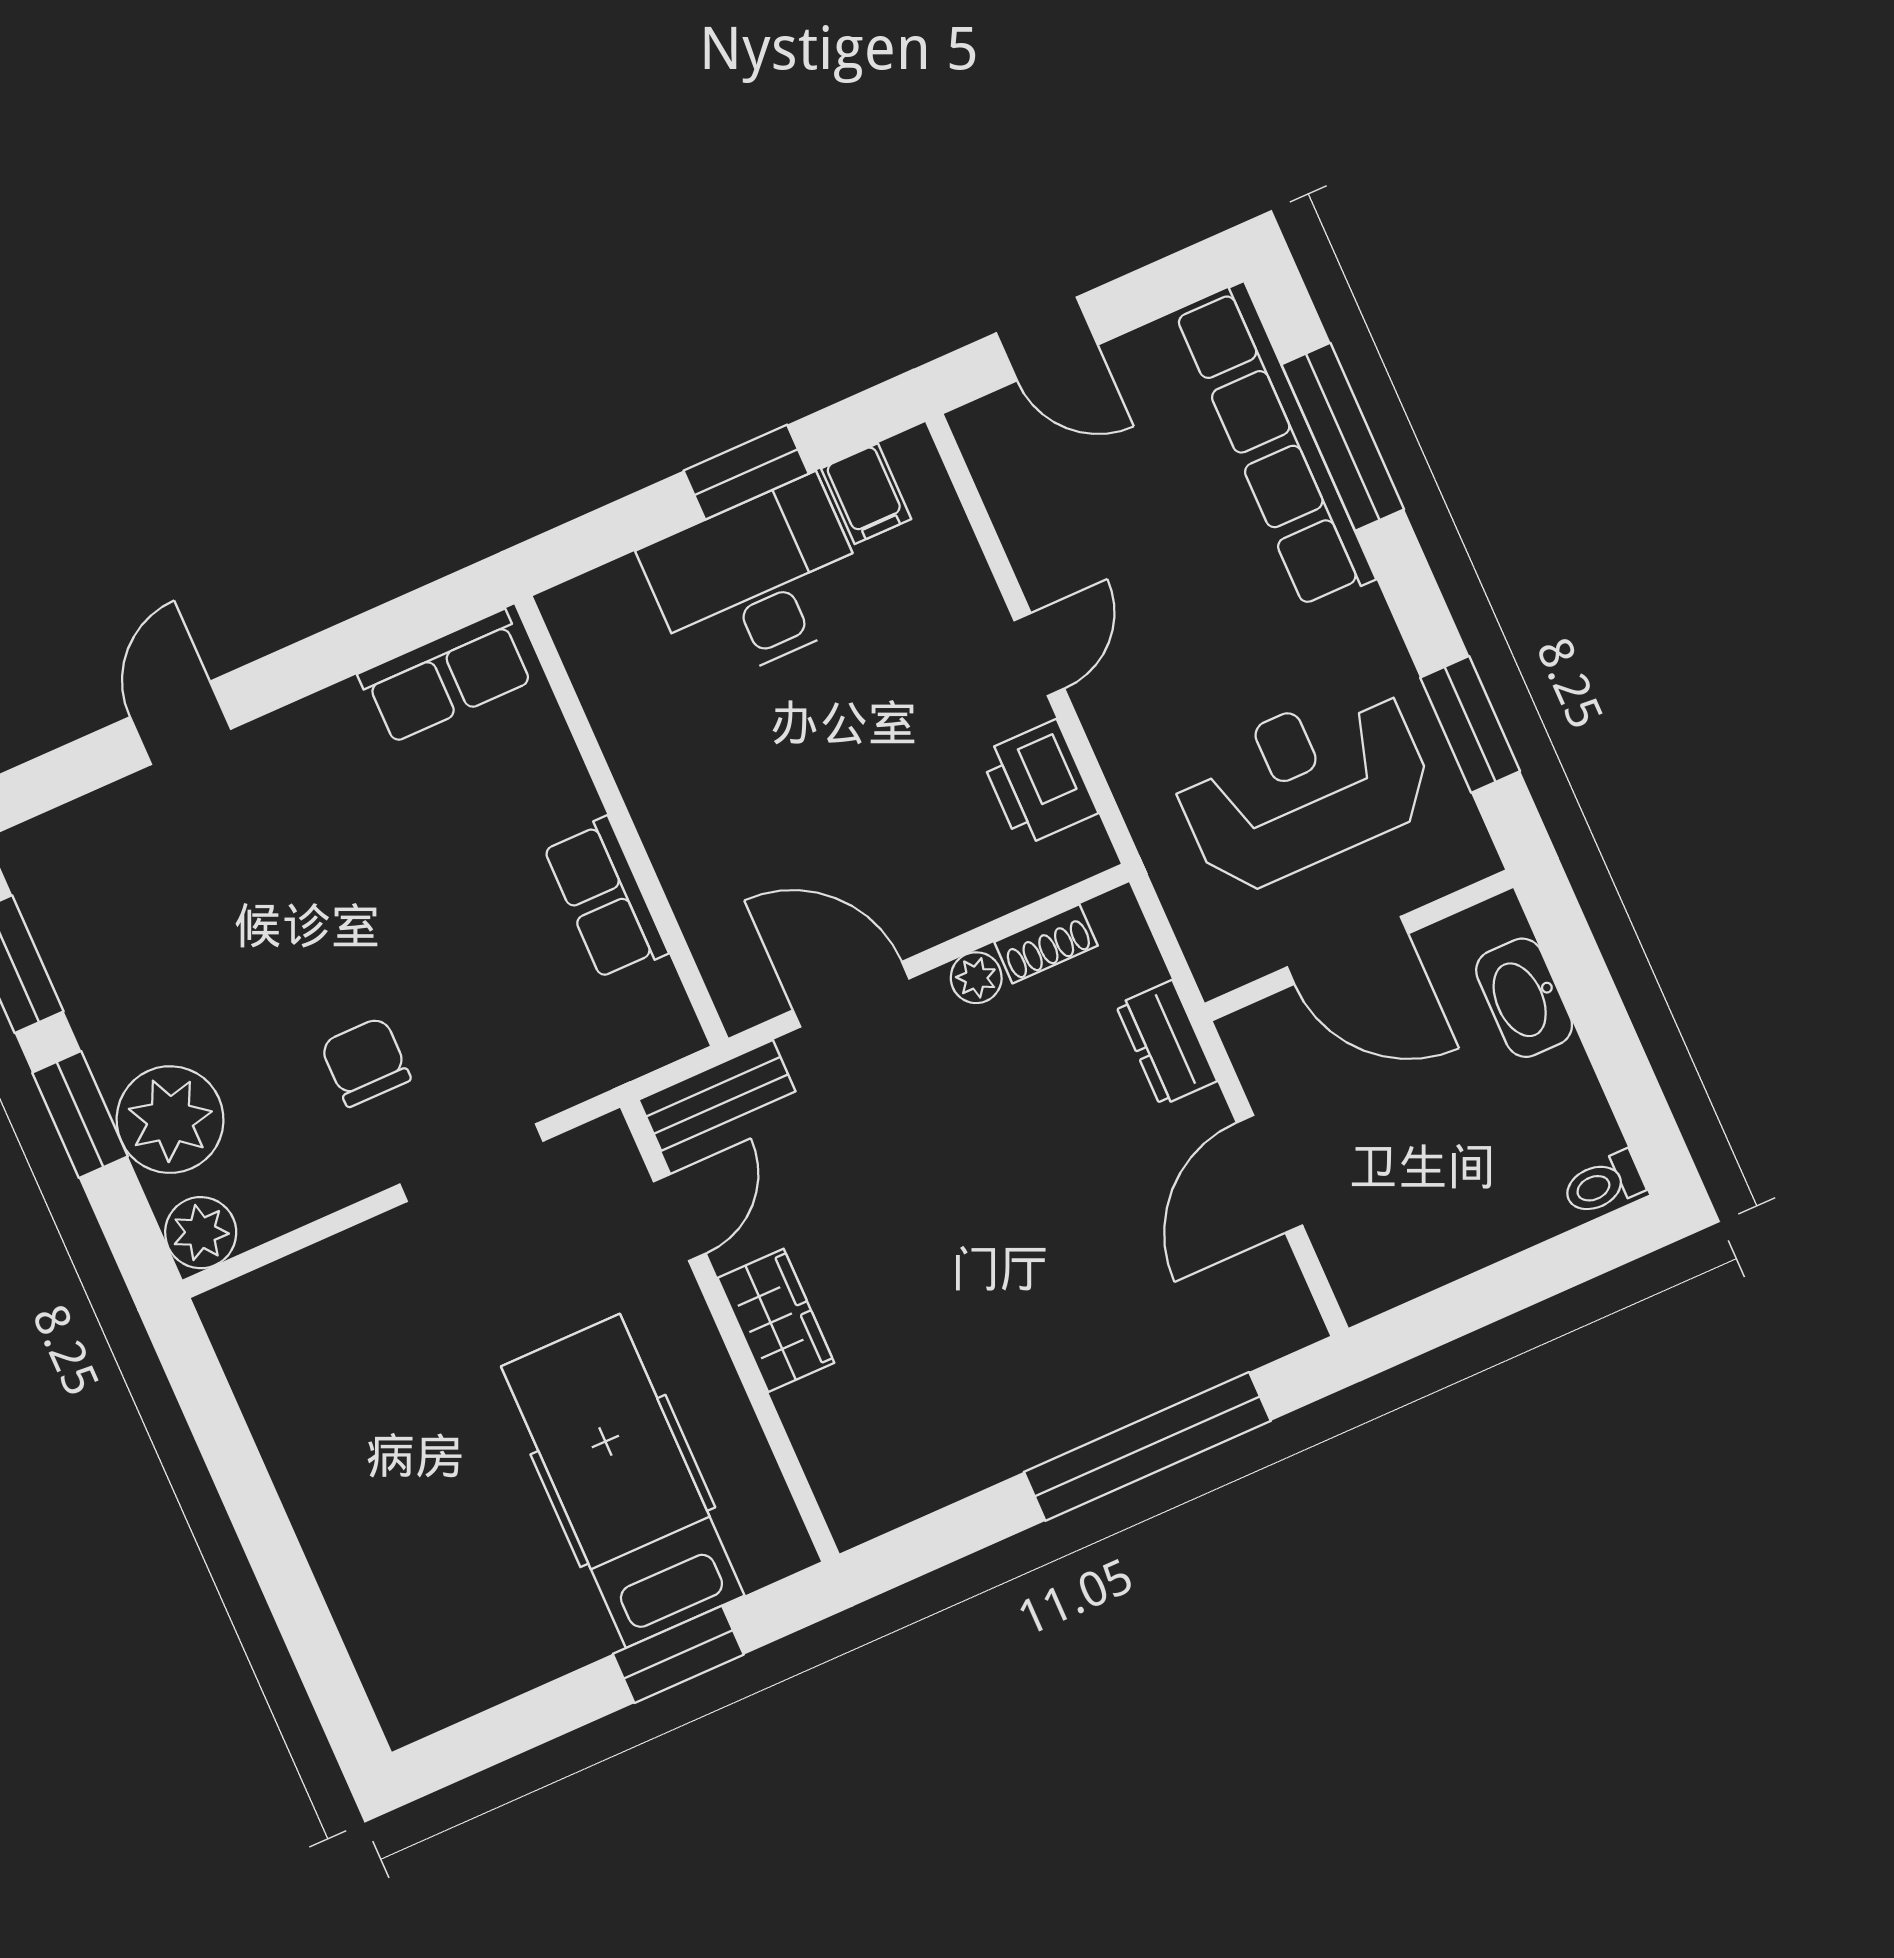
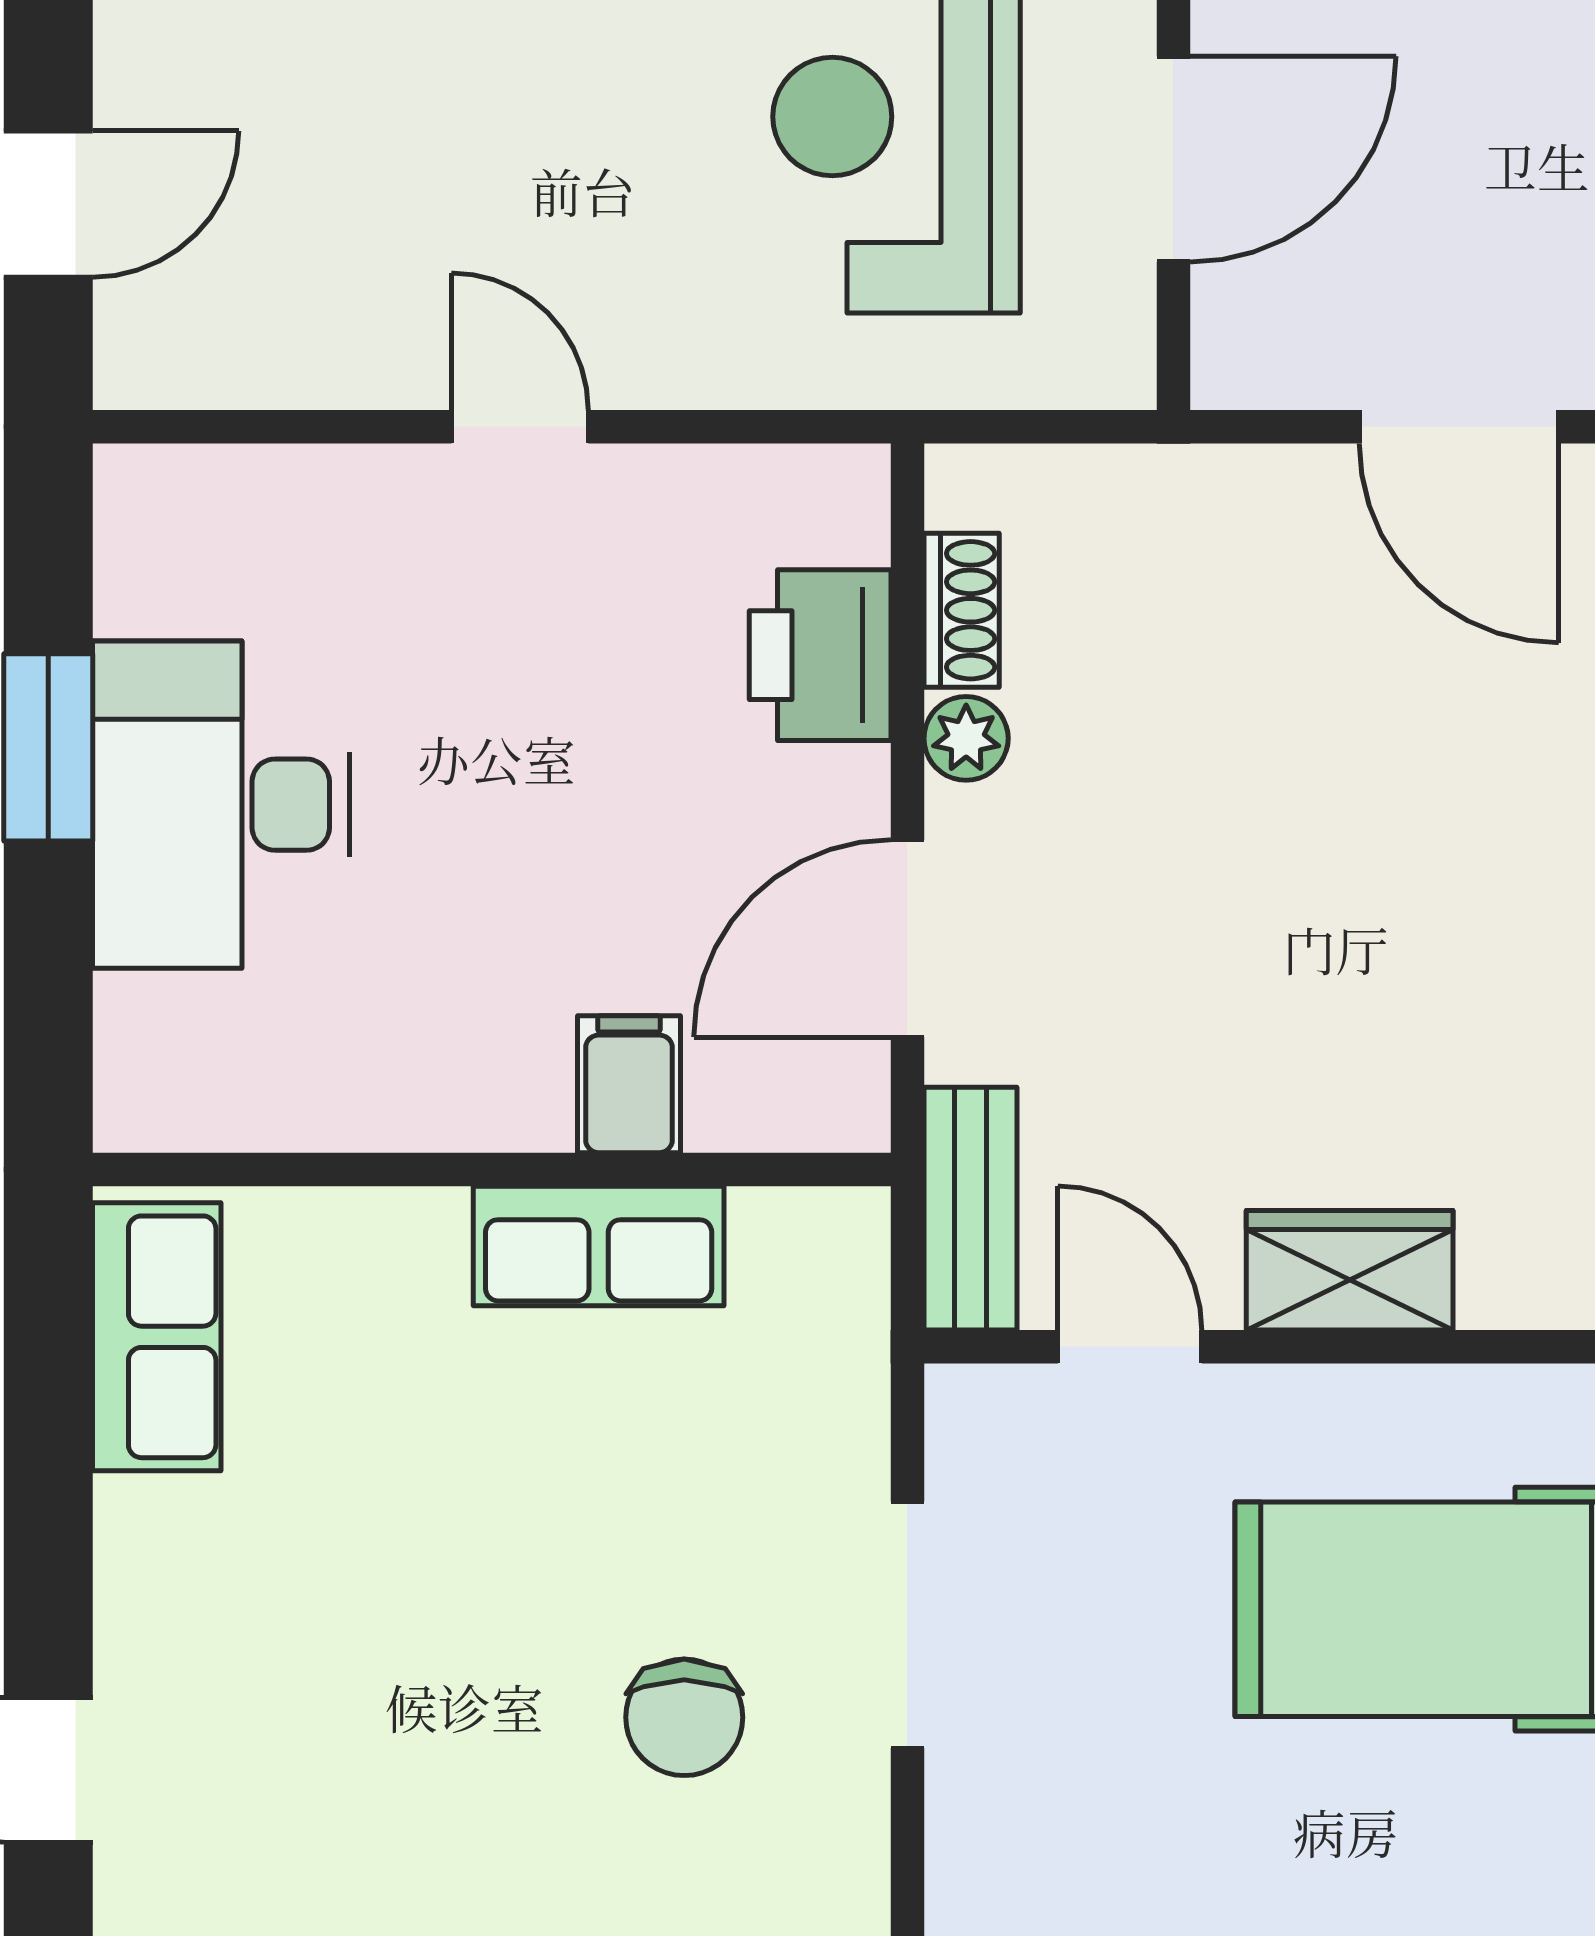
filing cabinet: (866, 494) -> (629, 1084), moved, turned -90
printer: (1038, 783) -> (820, 655), moved, turned 90
dresser: (1166, 1043) -> (1192, 495), removed
chair: (365, 1062) -> (684, 1717), turned -90

